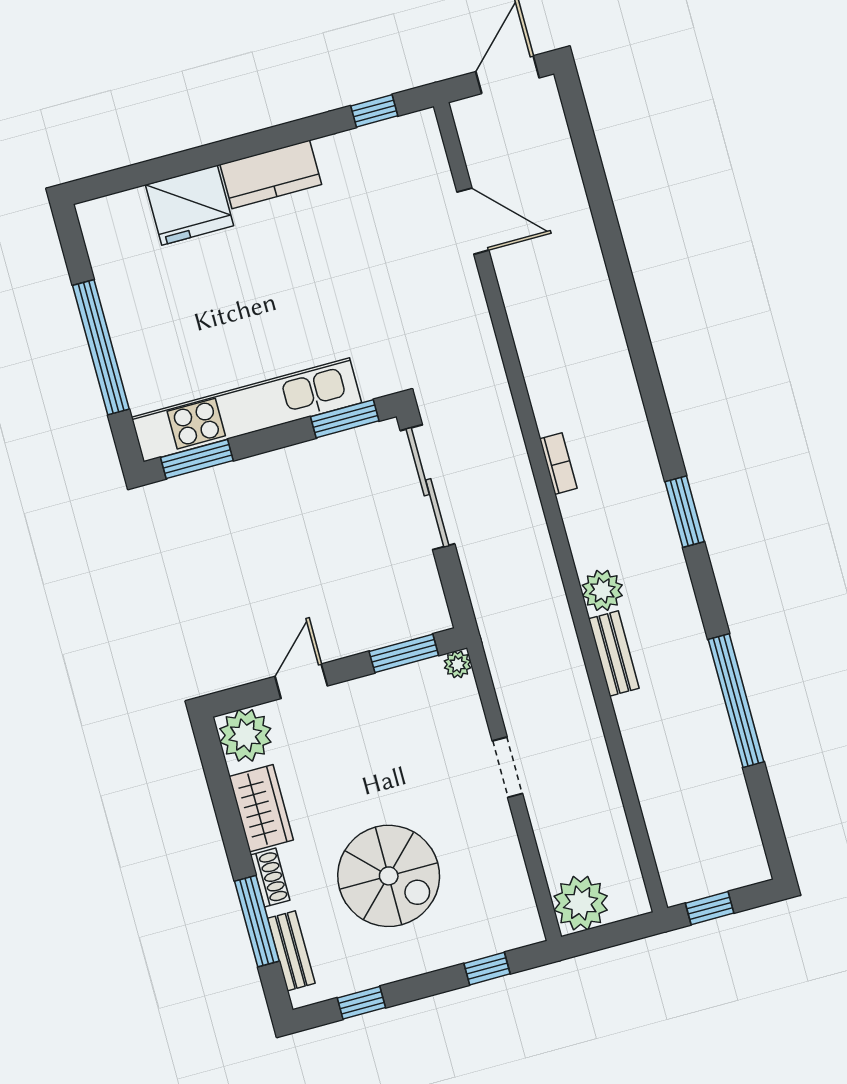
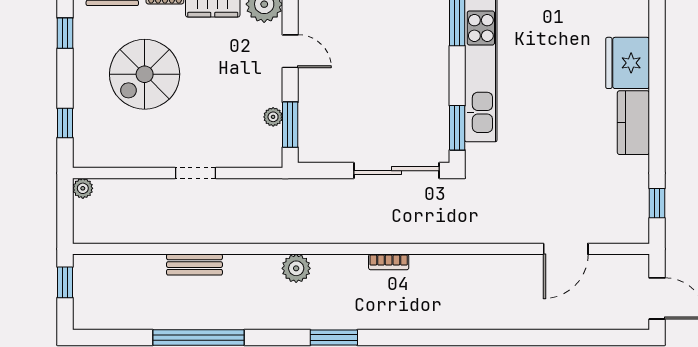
bench: (614, 653) -> (194, 265), moved
plant: (458, 664) -> (273, 117), moved
plant: (581, 903) -> (83, 188), width x0.53, depth x0.53

